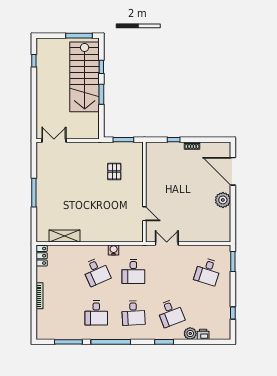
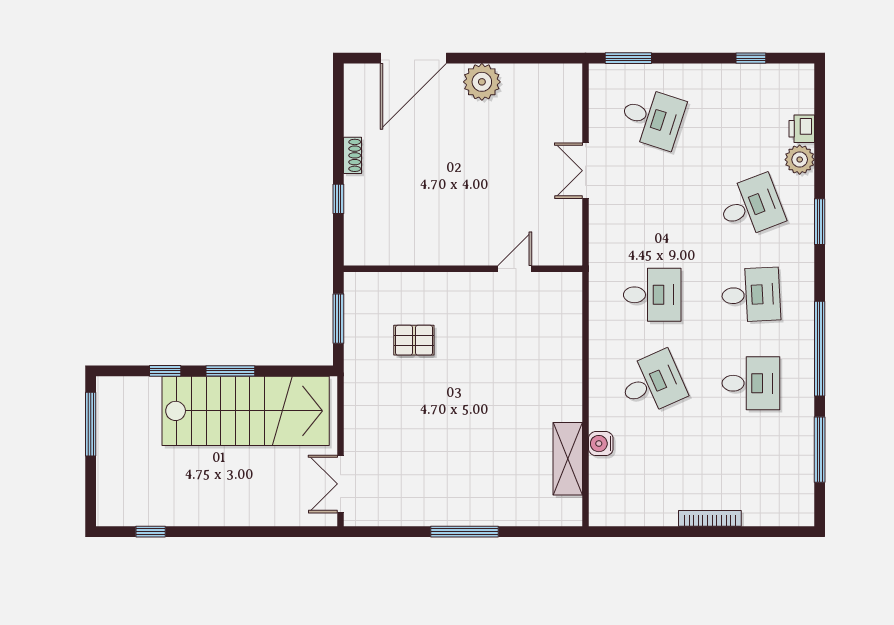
stairs: (85, 77) -> (246, 411), moved
double door: (167, 244) -> (585, 171), moved
water cooler: (114, 250) -> (601, 444), moved
locker: (42, 256) -> (615, 513), removed

